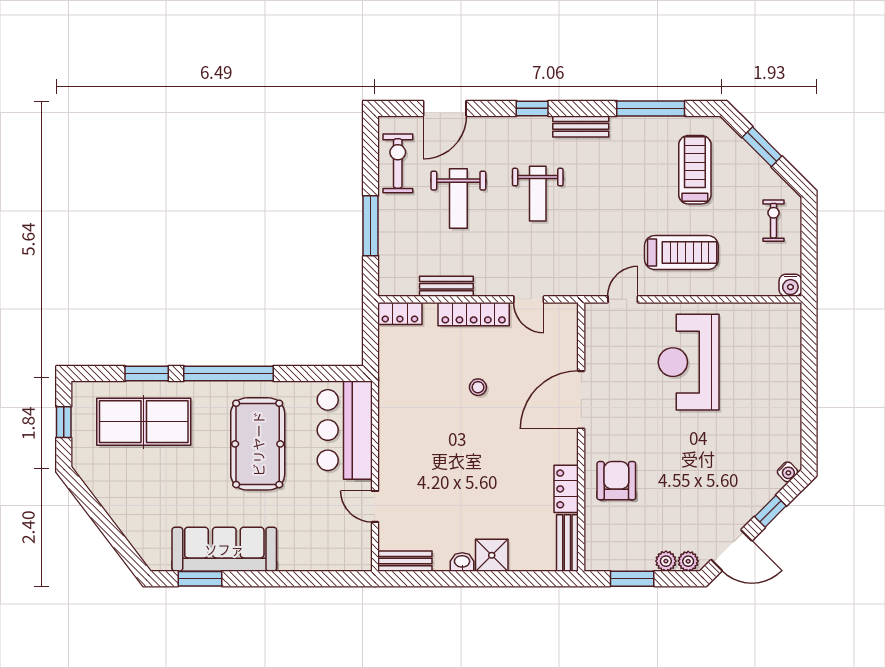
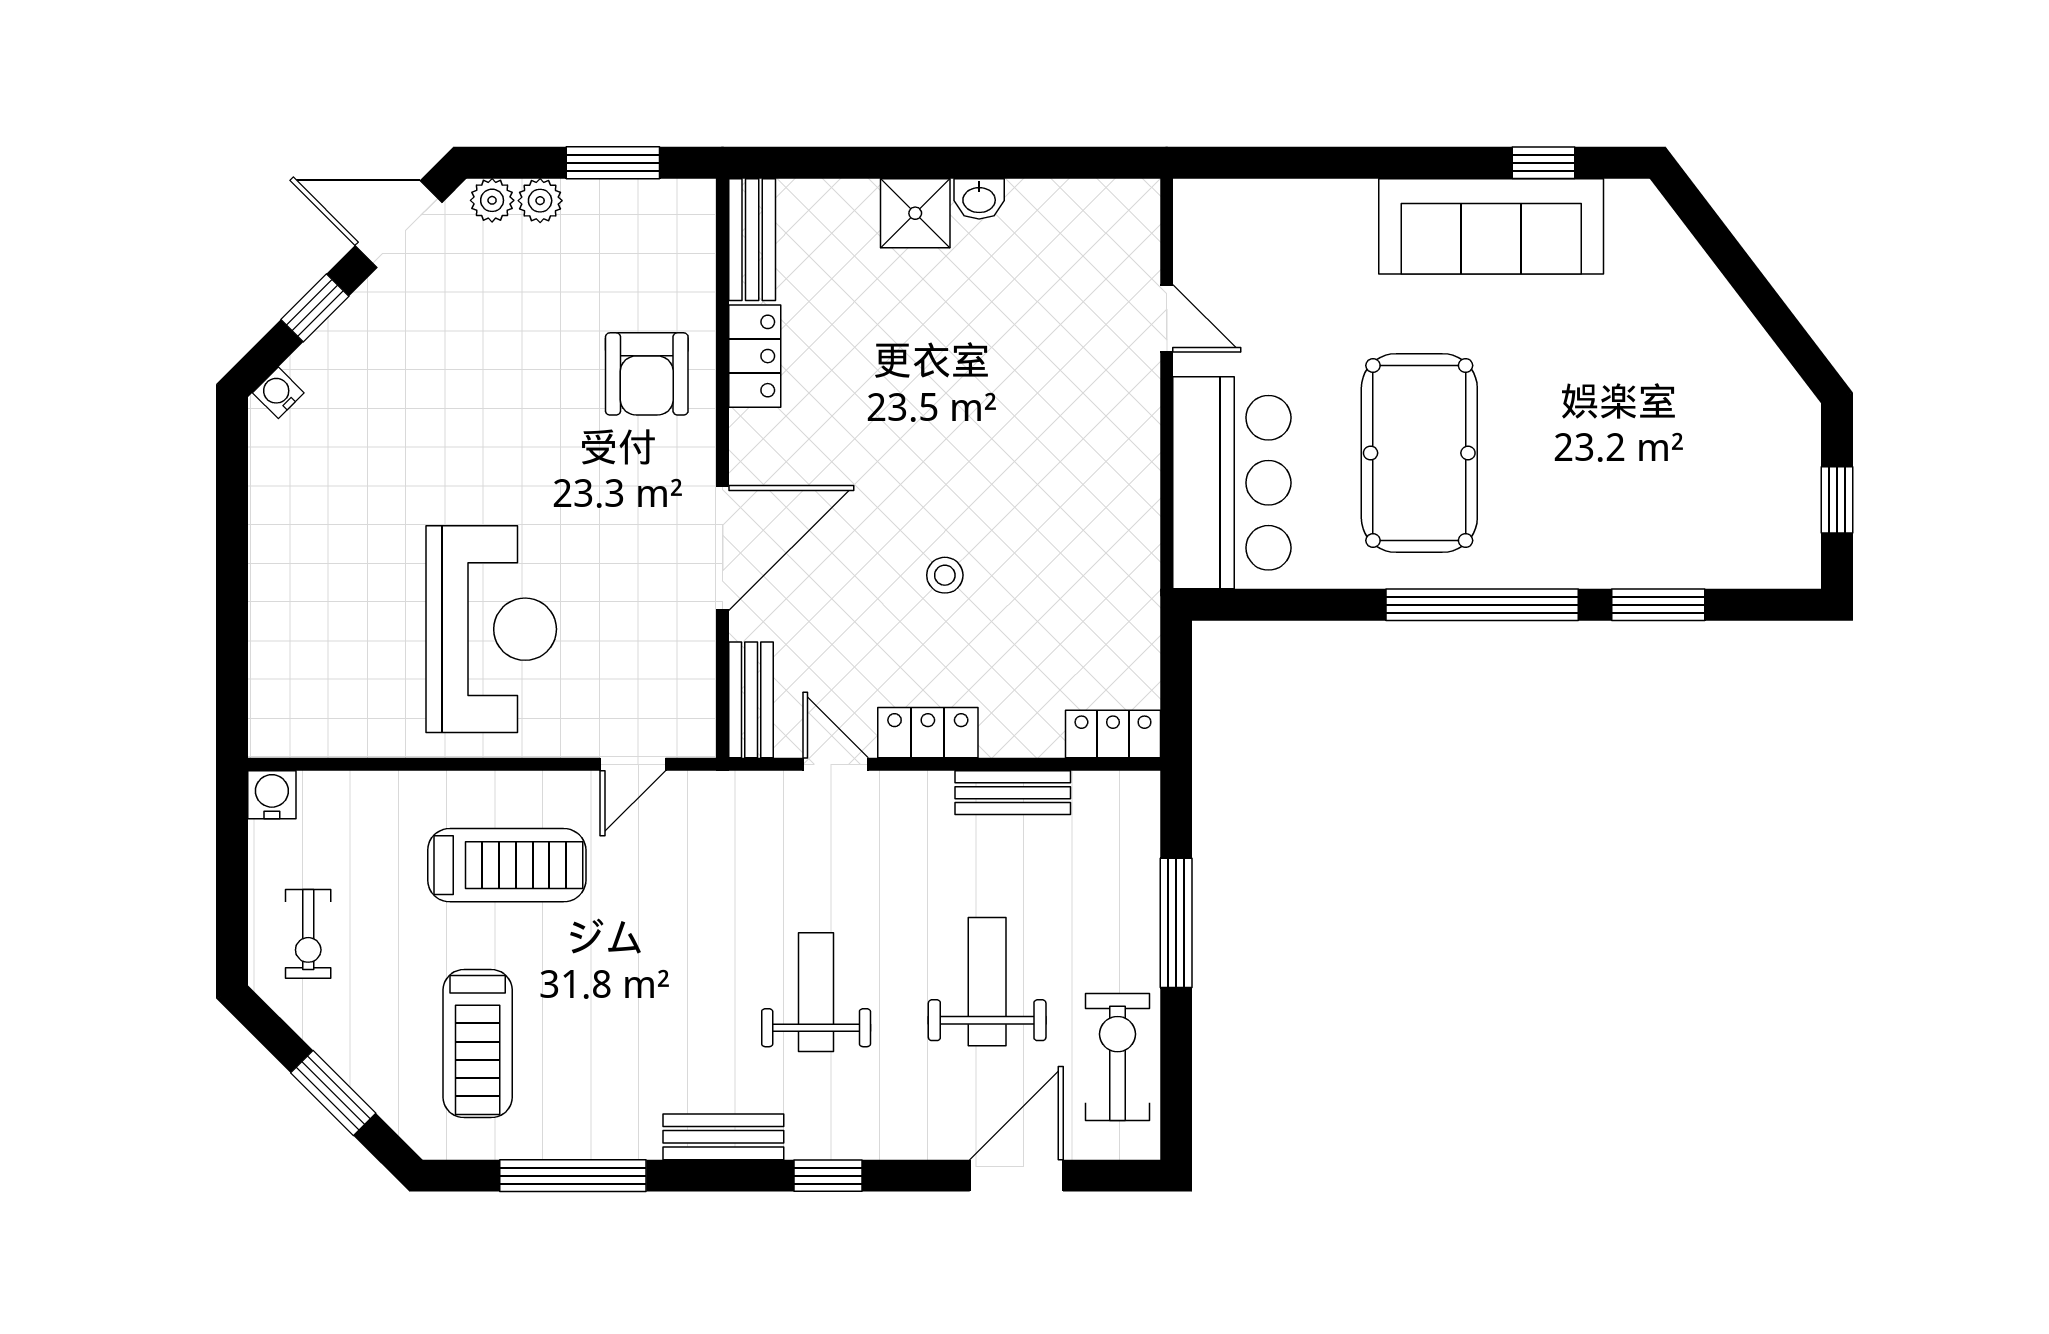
exercise bike: (398, 163) -> (1118, 1057), turned 180
treadmill: (681, 253) -> (507, 865), turned 180
locker: (474, 314) -> (928, 733), width x0.66
table tennis table: (144, 422) -> (1665, 501), removed
bench: (405, 561) -> (751, 700), moved, turned 90
window: (200, 579) -> (1543, 163), width x0.67

